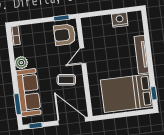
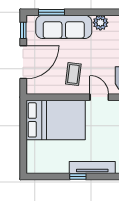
bed: (127, 93) -> (56, 120), moved, turned 90
window: (154, 93) -> (78, 177), moved
door: (72, 121) -> (23, 62), moved

